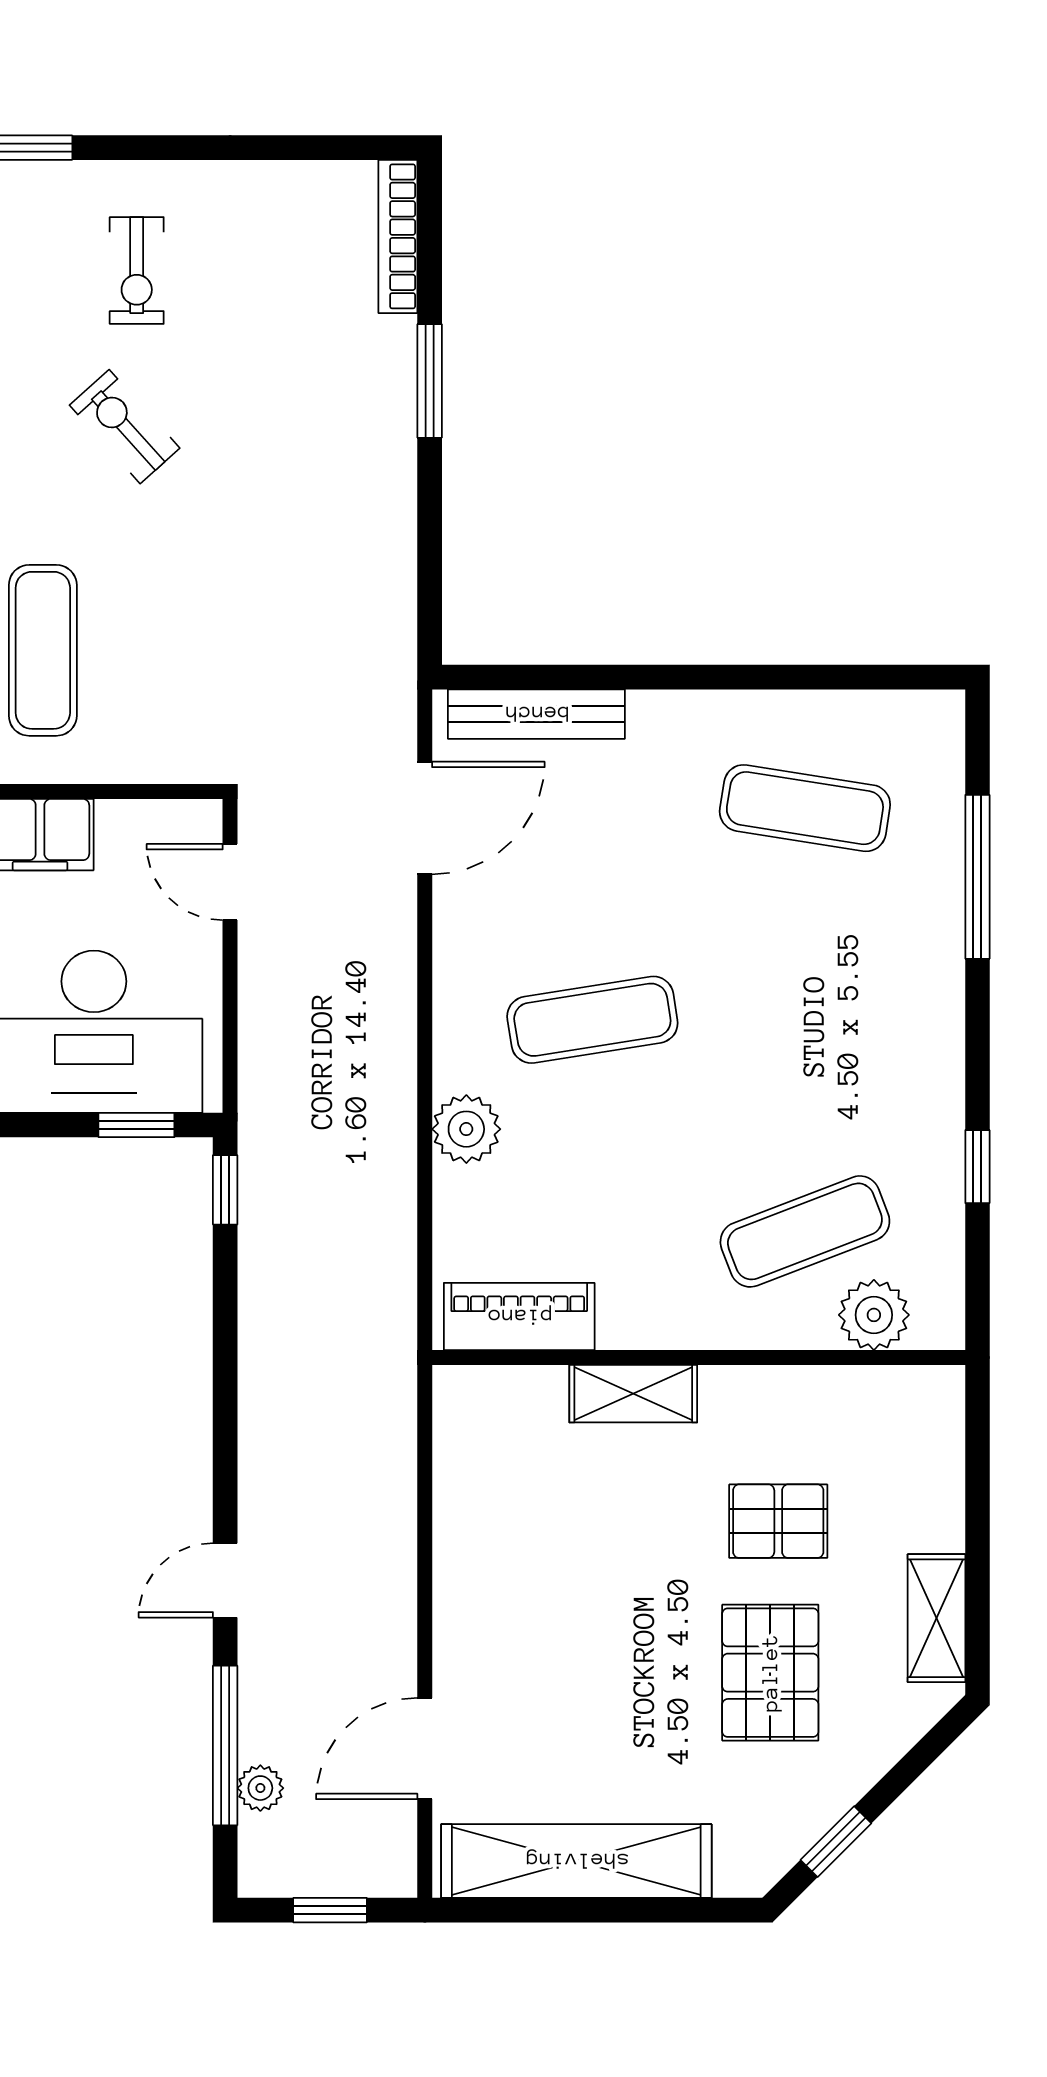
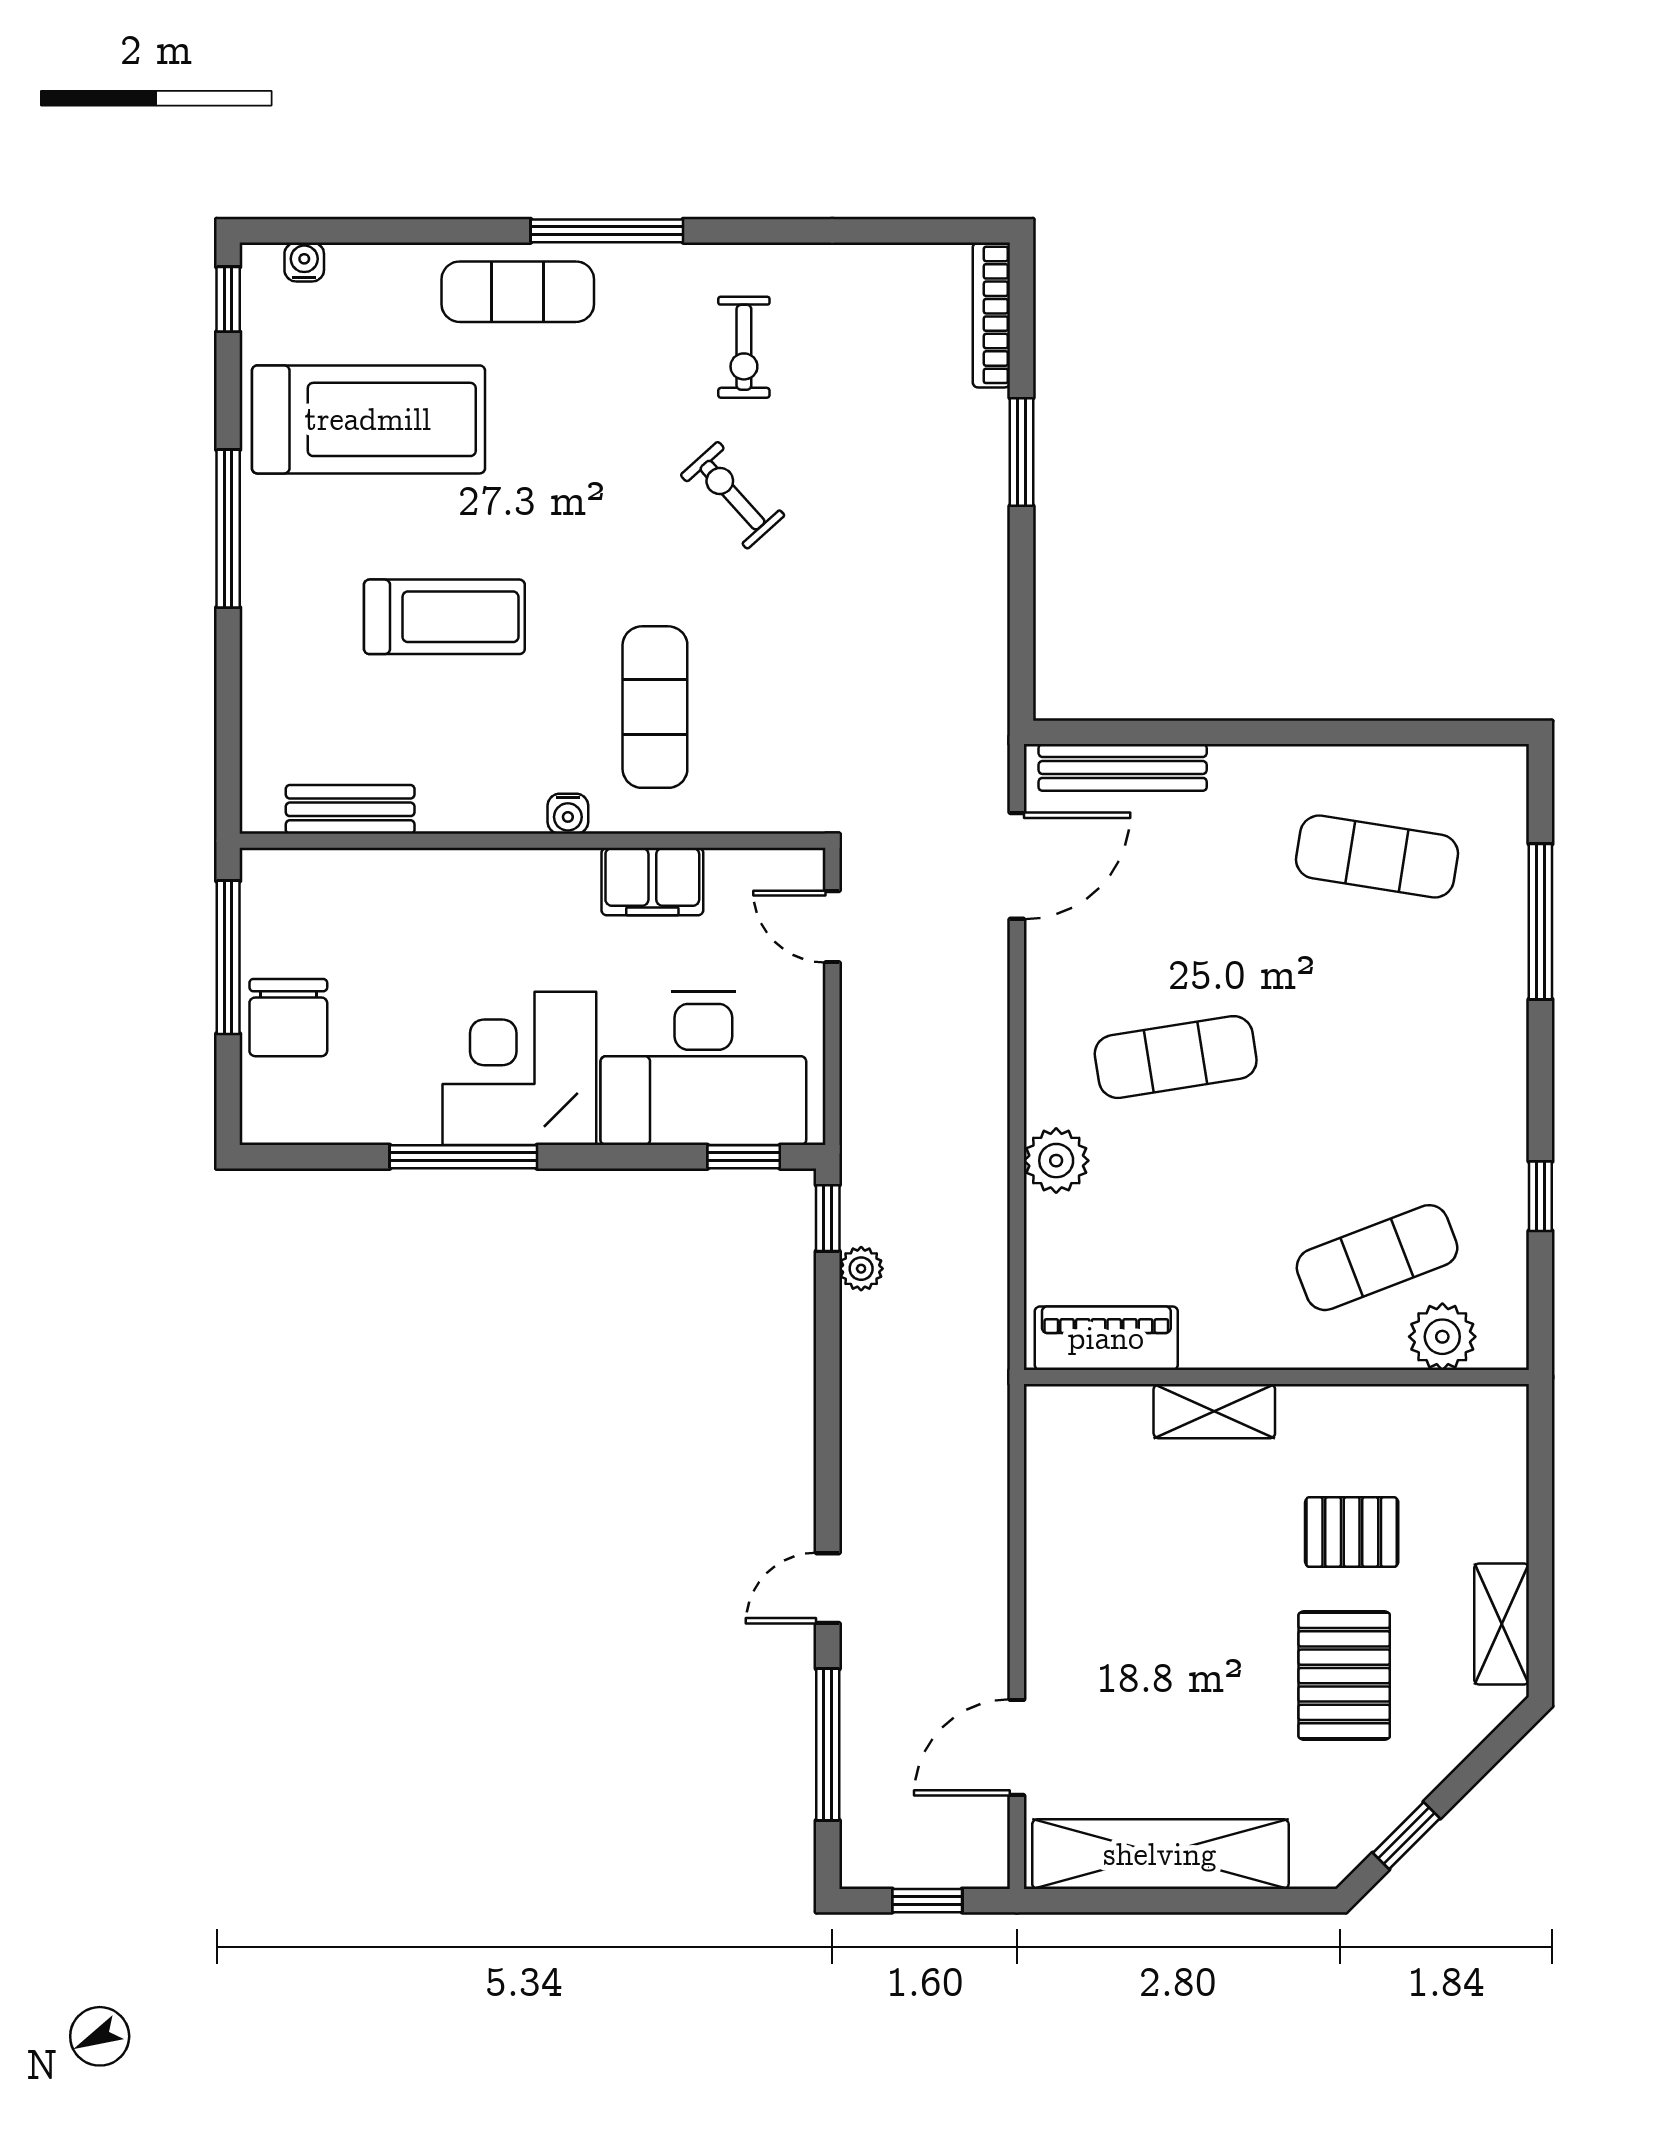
plant: (260, 1788) -> (861, 1269), moved

